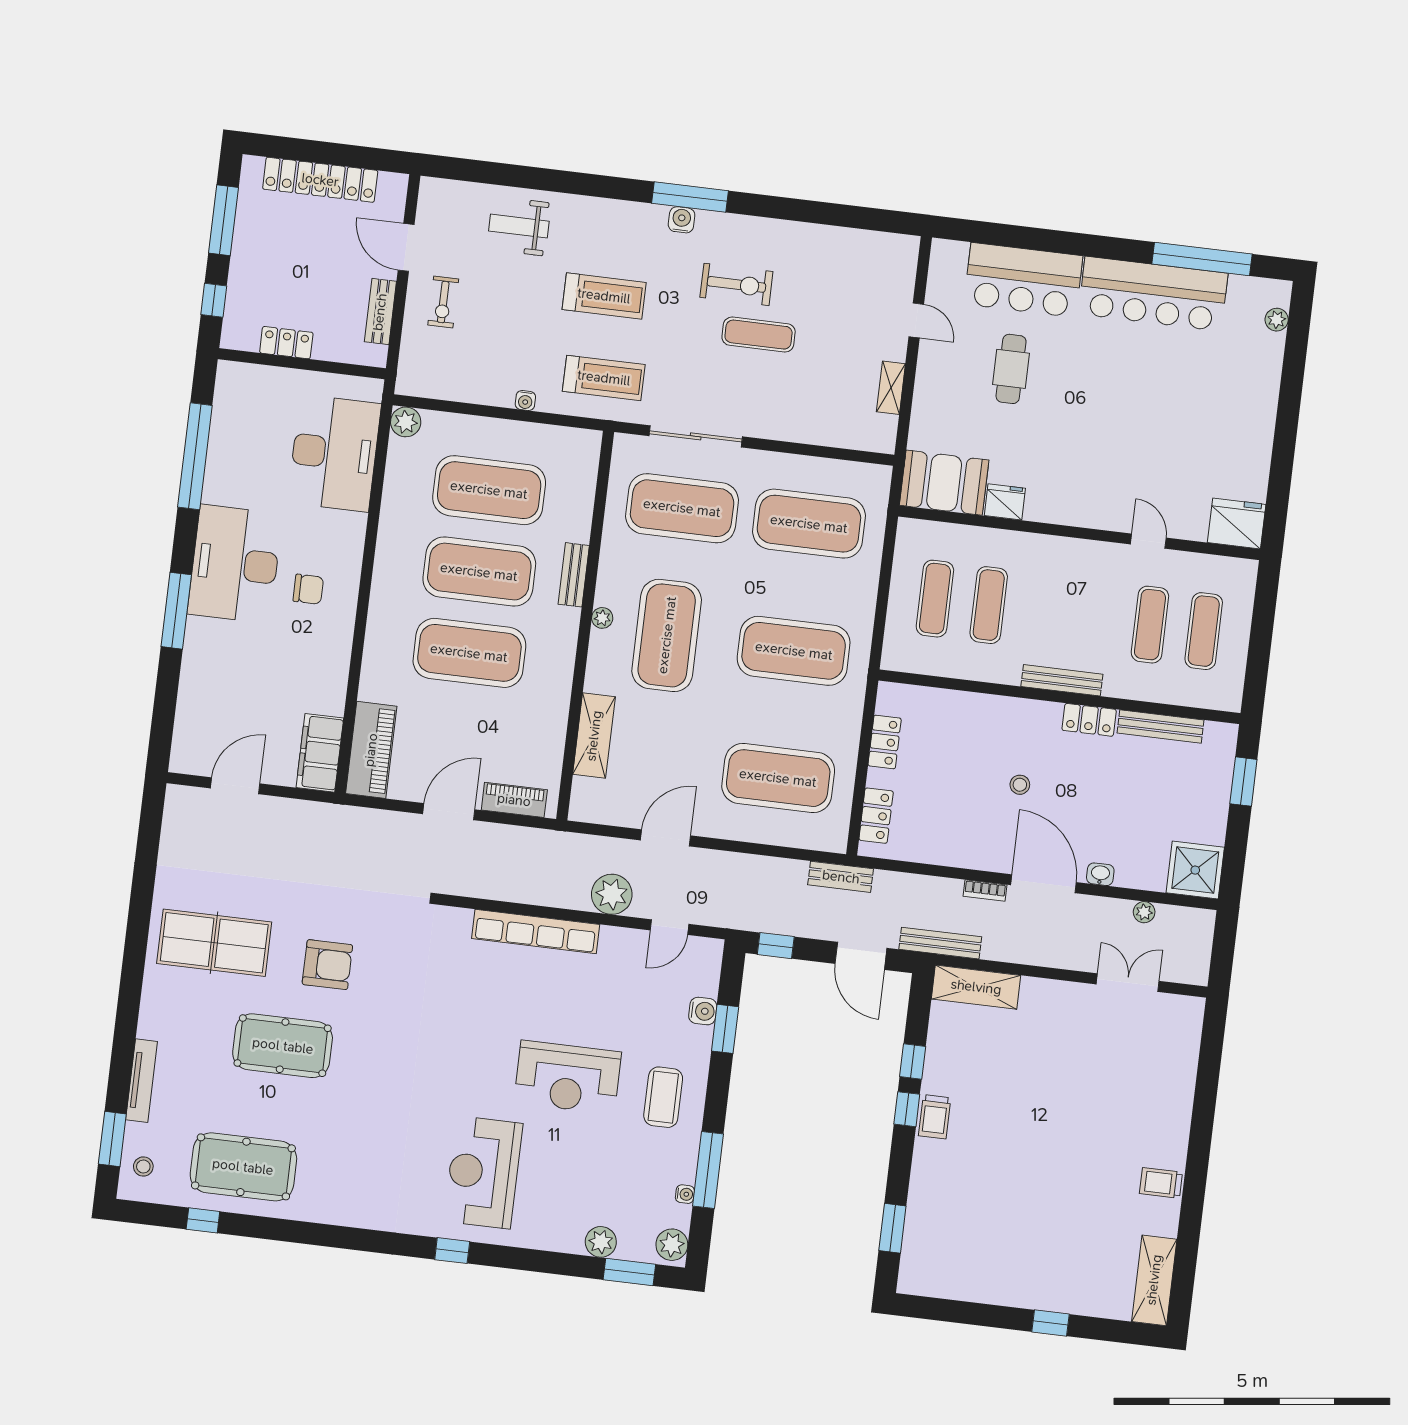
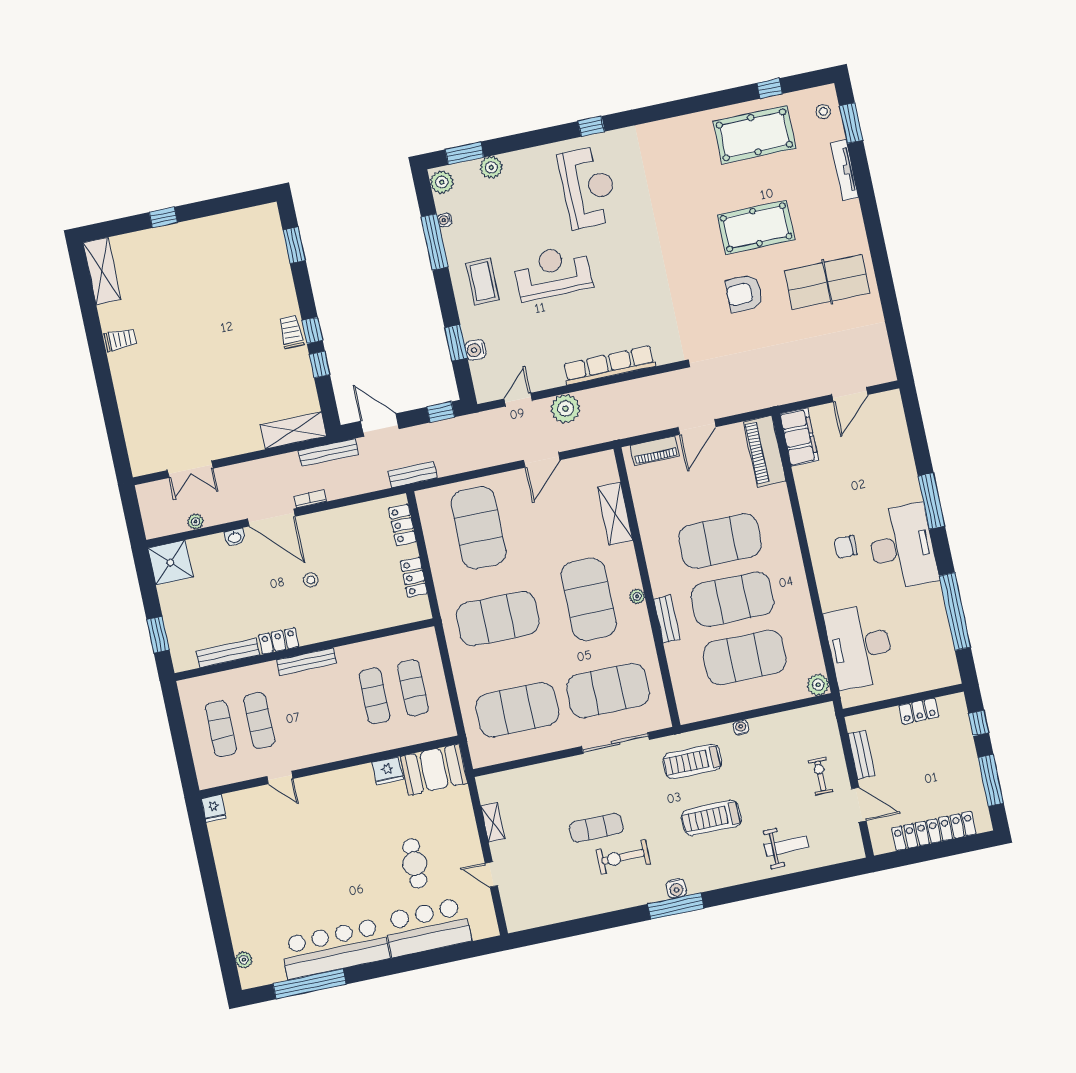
fridge: (1237, 523) -> (214, 808), width x0.53, depth x0.75
exercise mat: (778, 778) -> (478, 528), turned 90

